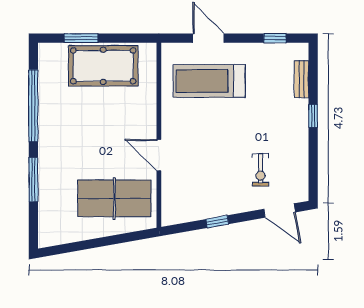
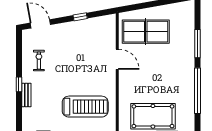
bench: (301, 79) -> (26, 95), moved
exercise bike: (261, 170) -> (39, 61), moved

